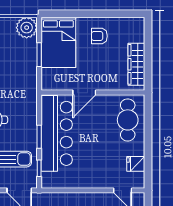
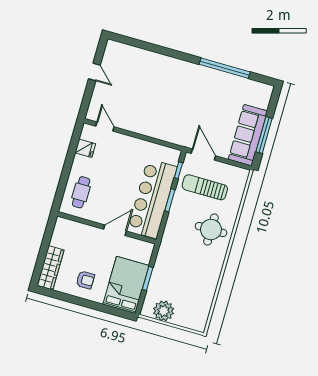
plant: (27, 28) -> (164, 311), moved
wardrobe: (136, 64) -> (51, 268), moved
cafe table: (128, 120) -> (81, 192), width x0.73, depth x0.74

